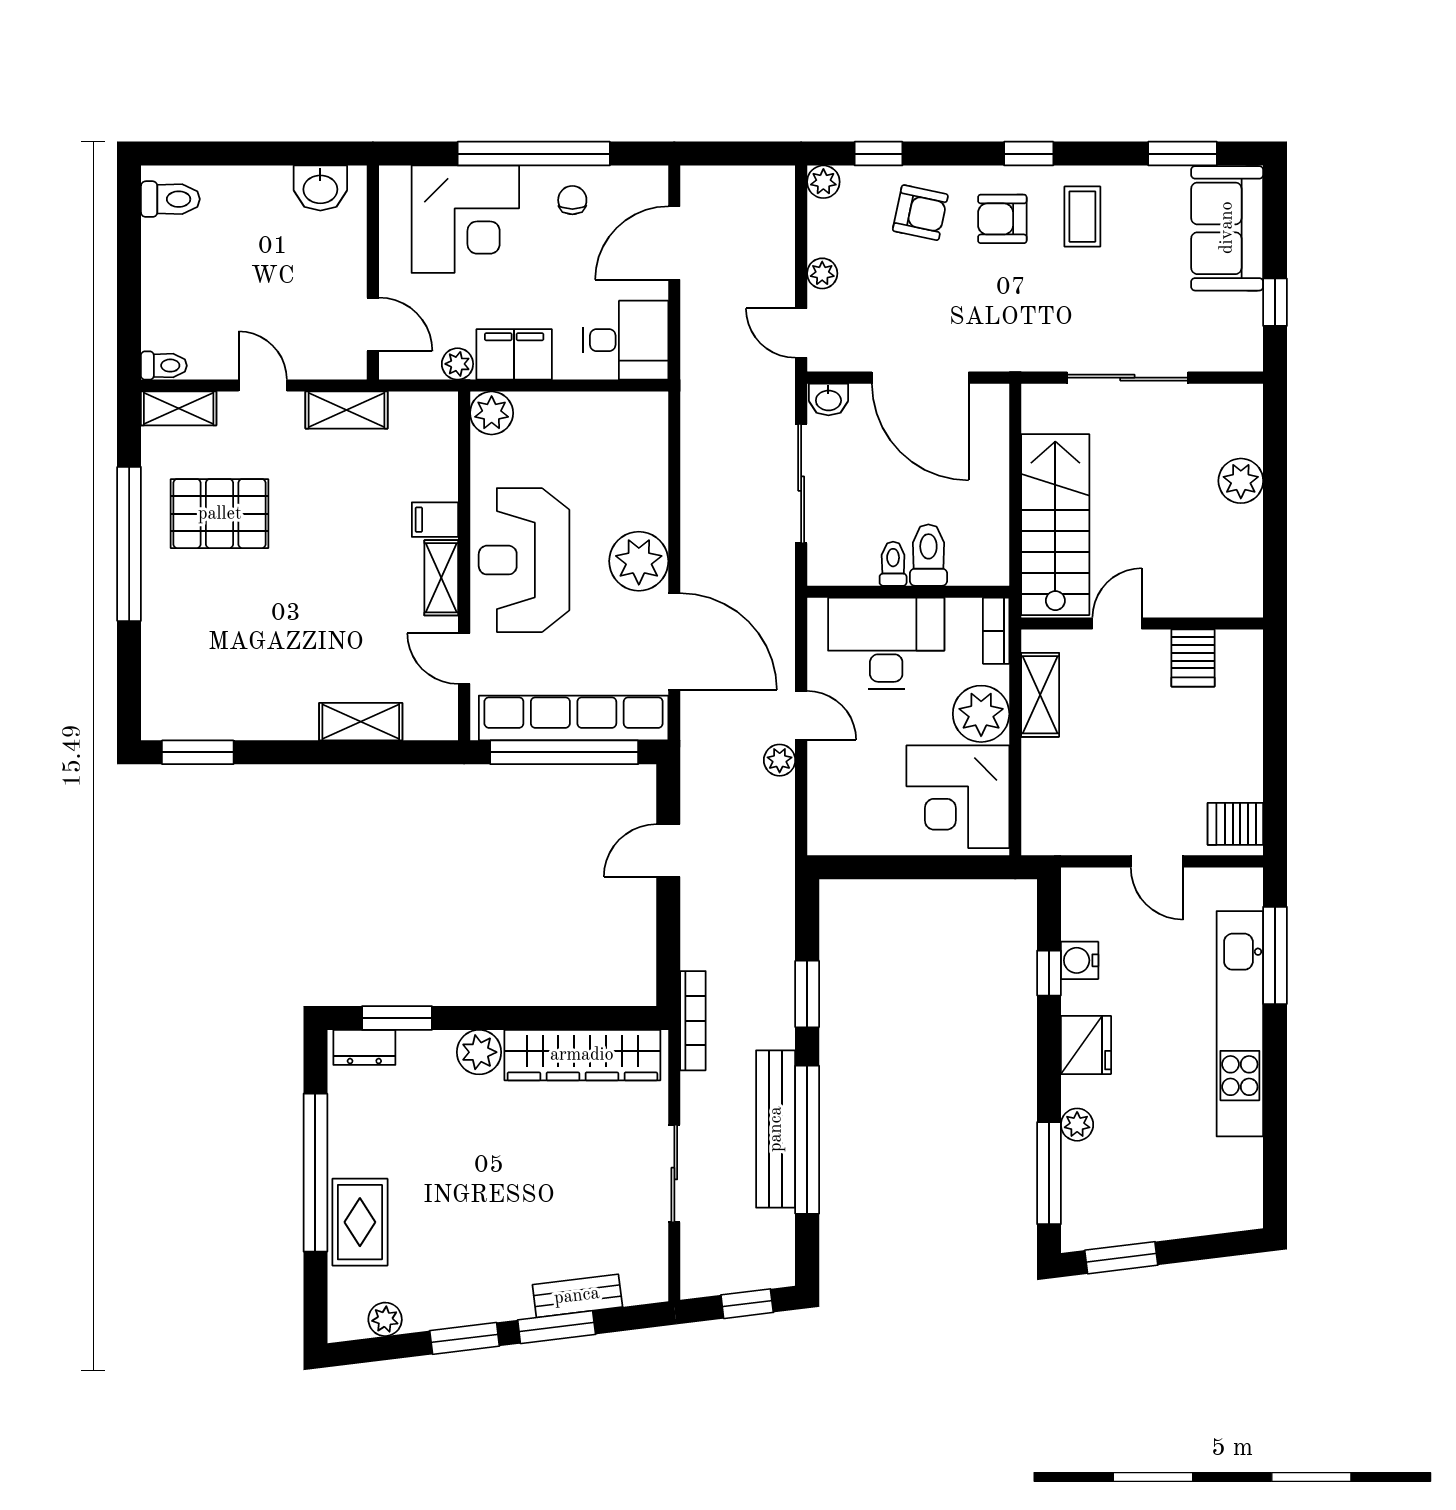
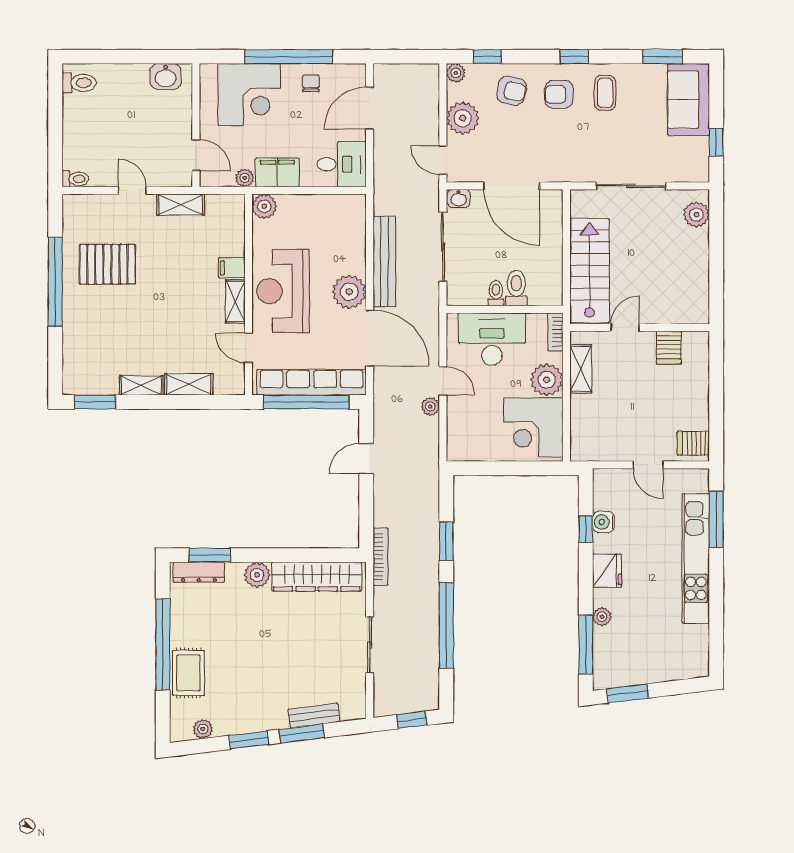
plant: (822, 273) -> (463, 118), width x1.88, depth x1.88
shelving: (179, 408) -> (141, 385), moved
plant: (1241, 481) -> (696, 215), moved
dresser: (364, 1047) -> (199, 572), width x1.44
bench: (776, 1129) -> (384, 261), moved

